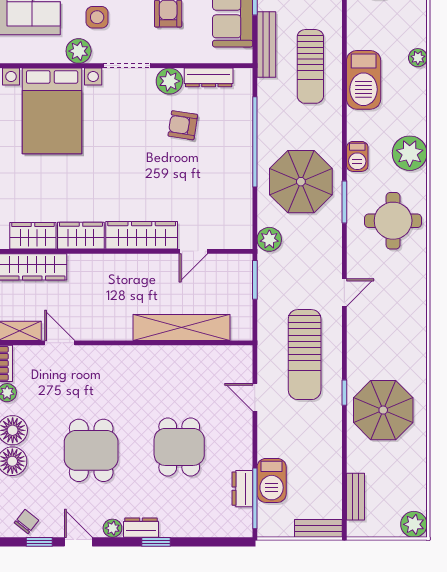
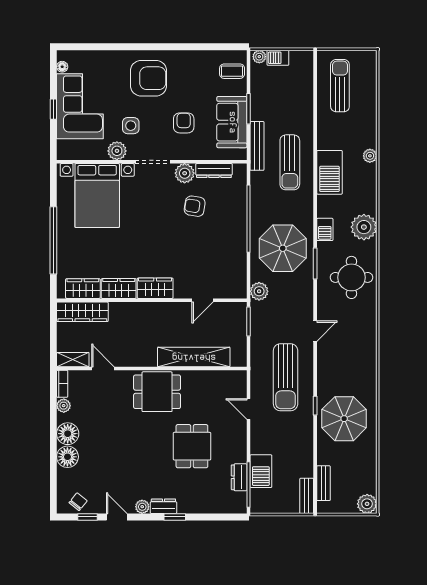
wardrobe: (142, 235) -> (155, 288), width x0.67
dining table: (91, 450) -> (157, 392), moved, turned 90
bench: (318, 528) -> (307, 496), moved, turned 90

